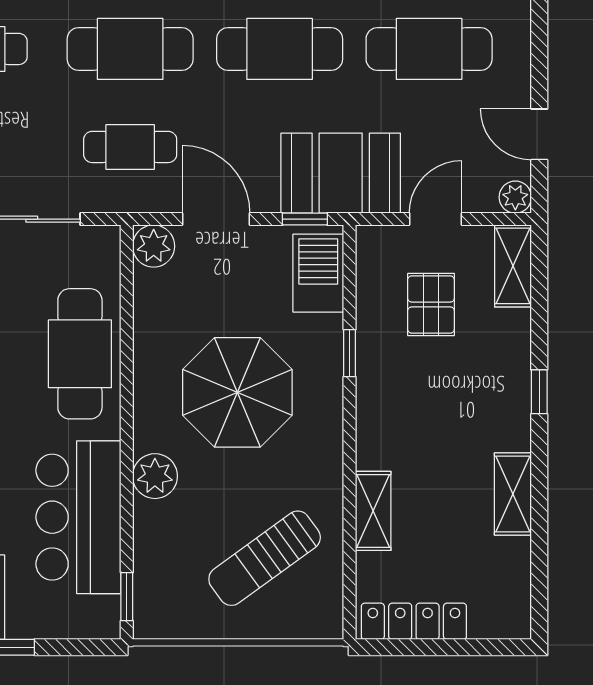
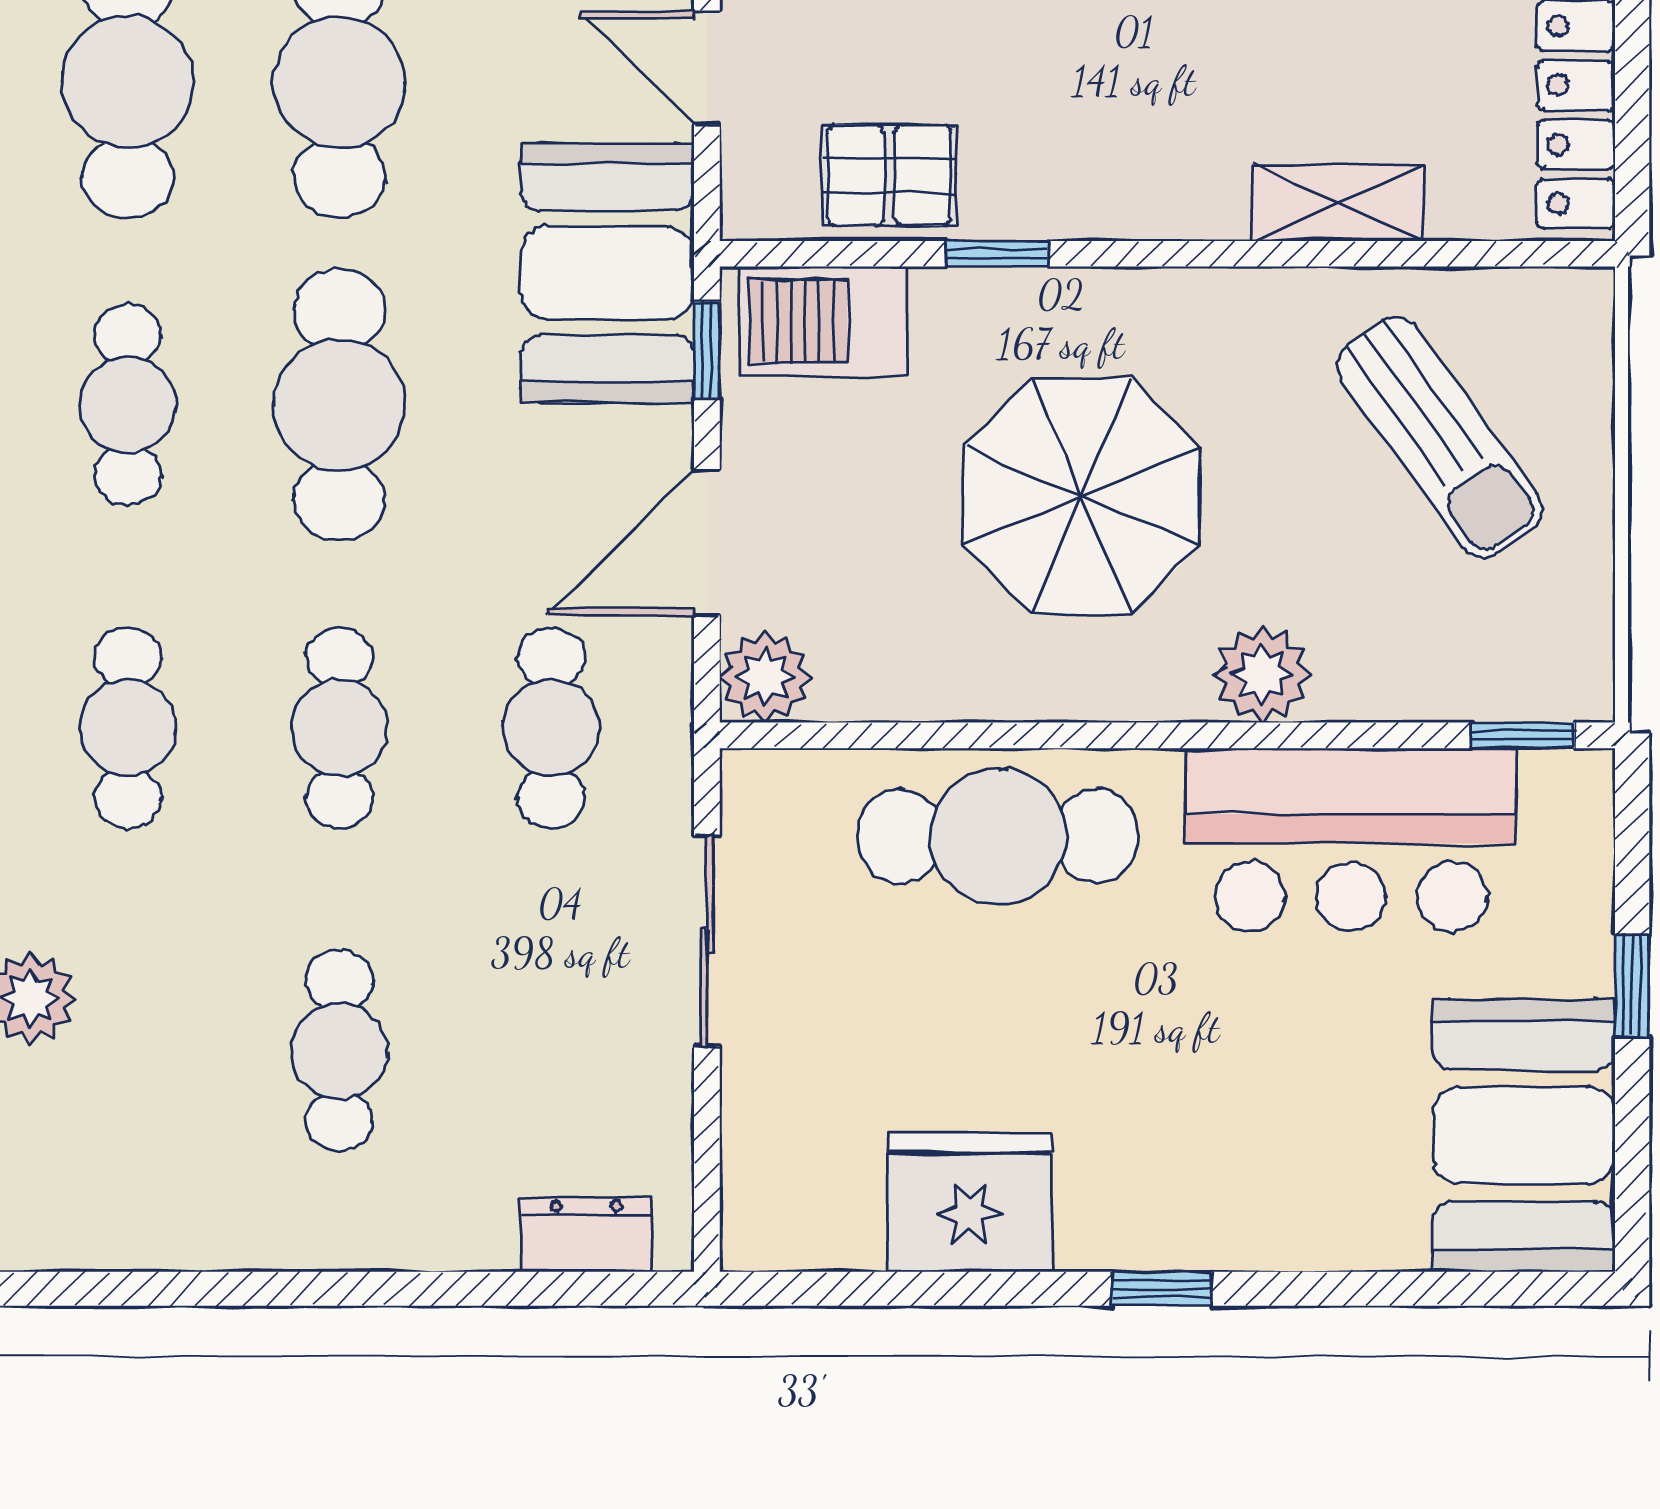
cafe table: (130, 49) -> (339, 728), width x0.73, depth x0.74
pallet: (431, 305) -> (889, 175), moved

